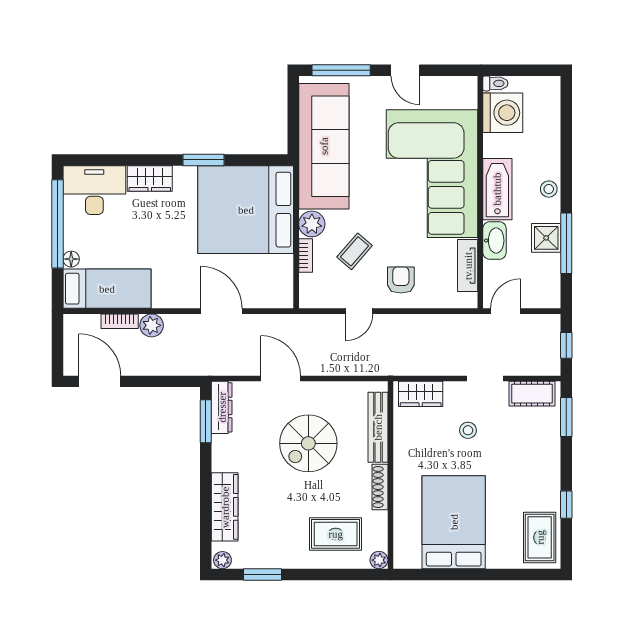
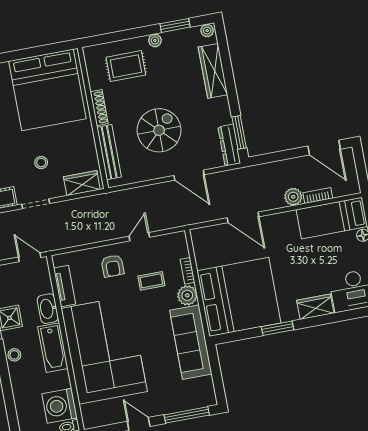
sofa: (324, 146) -> (191, 342), width x0.74, depth x0.79
coffee table: (355, 251) -> (151, 281), turned 49
door: (506, 311) -> (30, 257), swing flipped
bed: (454, 522) -> (47, 90), width x1.36
plant: (379, 560) -> (155, 40), moved

